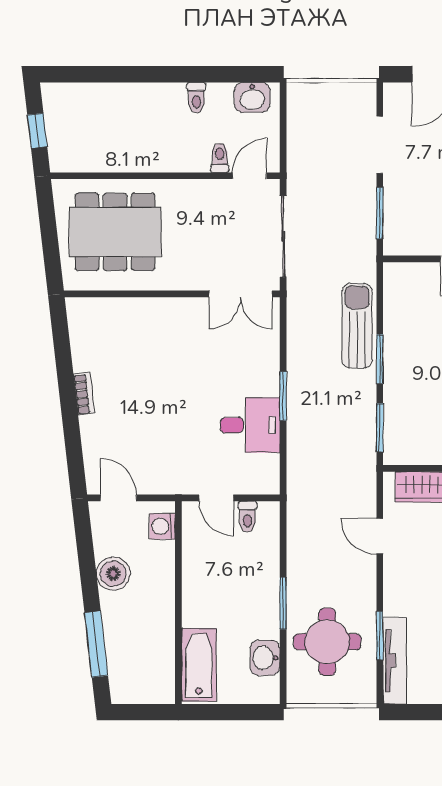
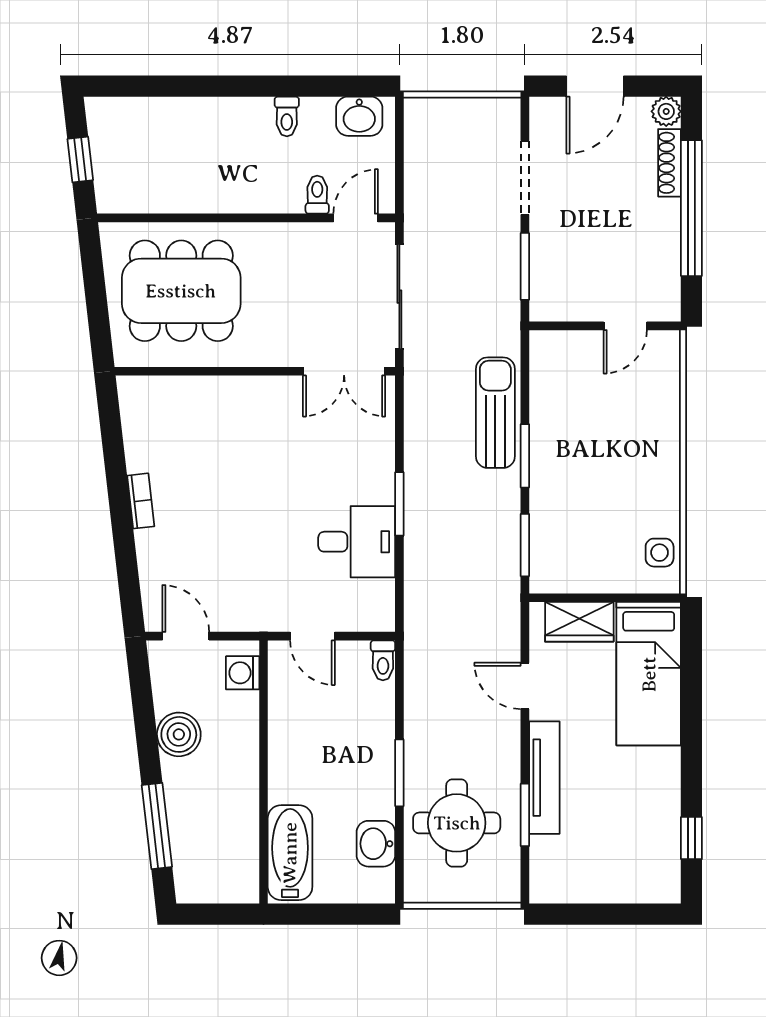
toilet: (247, 517) -> (383, 660), moved
tv unit: (395, 661) -> (544, 778), moved

